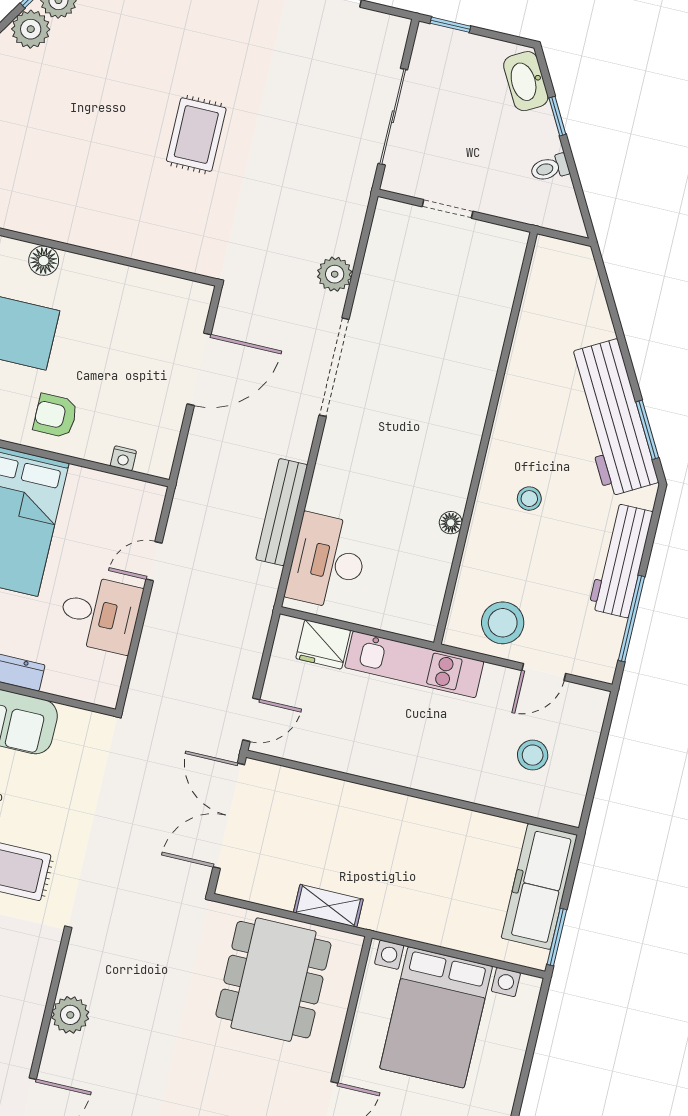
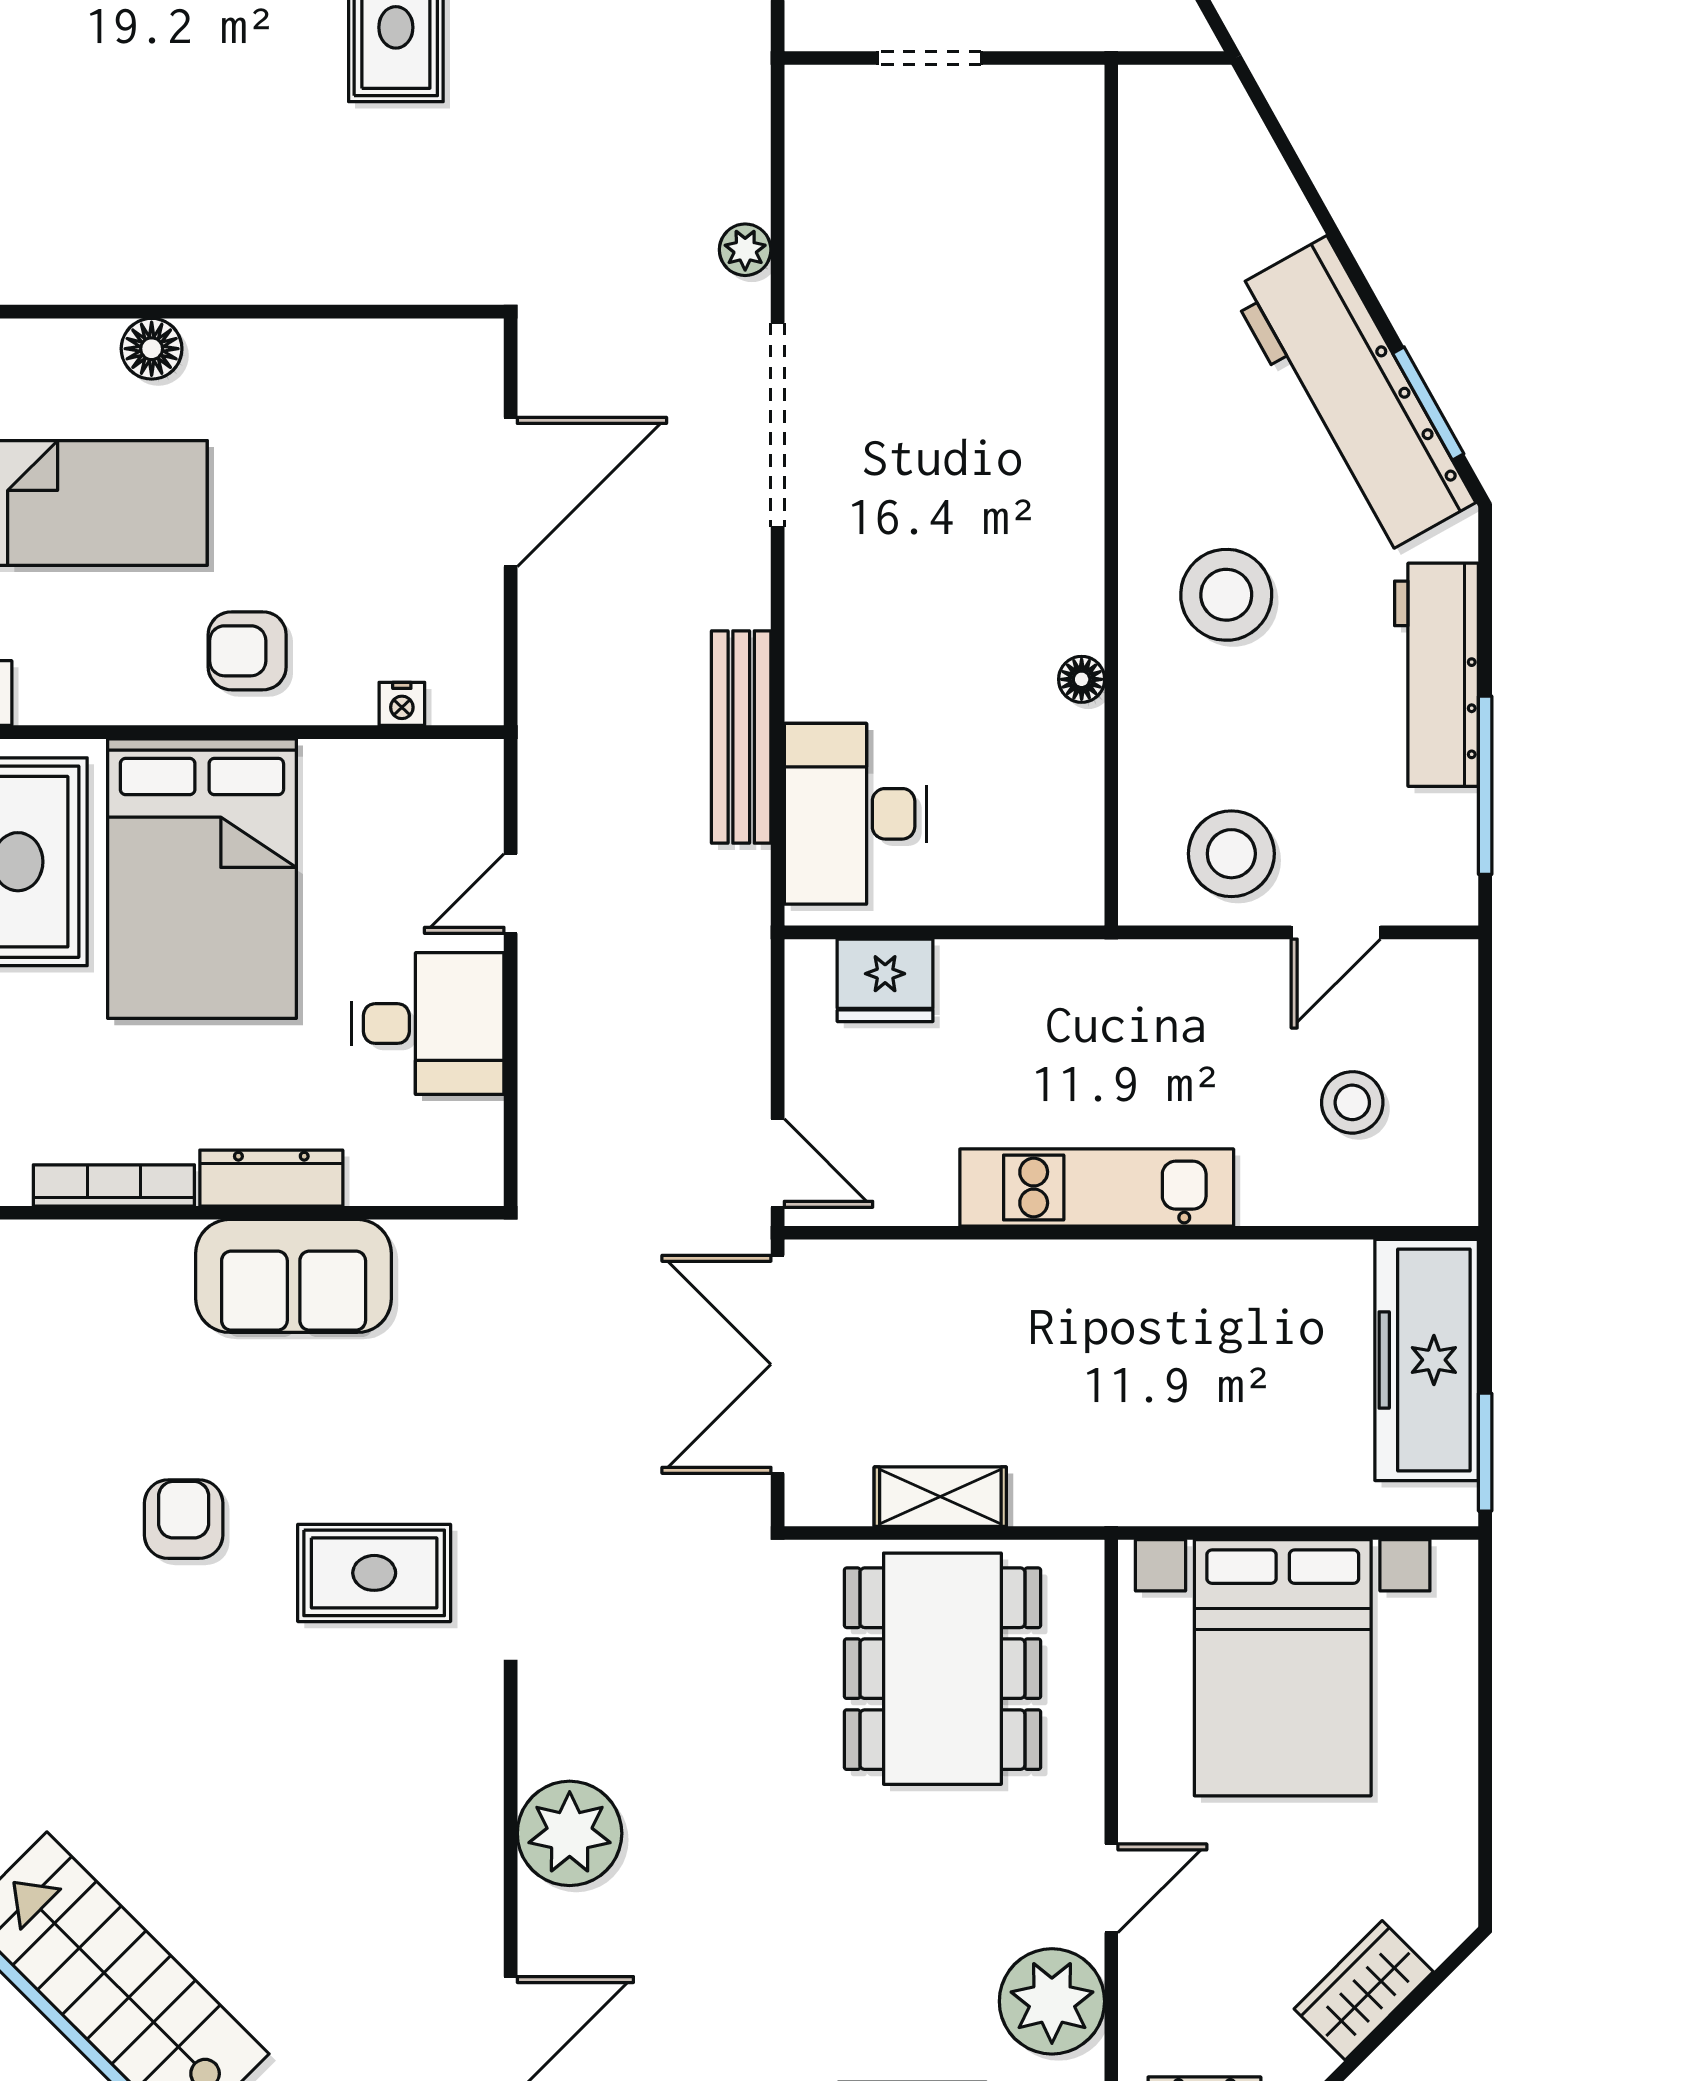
plant: (335, 274) -> (745, 250), width x0.73, depth x0.73
stool: (529, 499) -> (1226, 595), width x1.89, depth x1.89
kitchen unit: (414, 664) -> (1097, 1187), moved, turned 180
door: (251, 720) -> (778, 1163), hinge flipped
shelving: (328, 906) -> (940, 1497), moved
plant: (70, 1015) -> (570, 1833), width x1.36, depth x1.36

